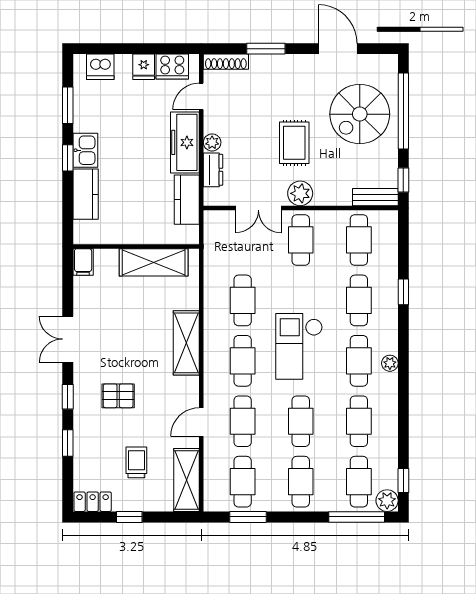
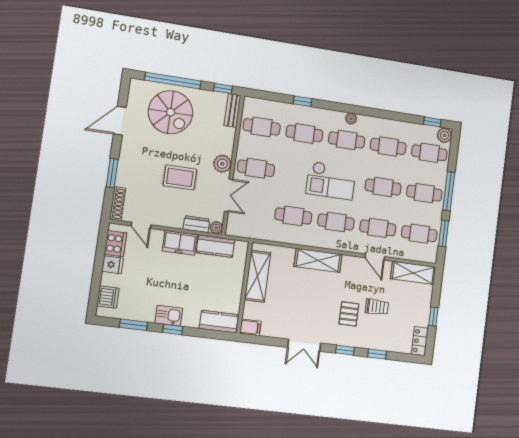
freezer: (185, 142) -> (180, 243), width x0.71
plant: (212, 142) -> (216, 228), moved
rug: (294, 143) -> (180, 177), moved
kitchen counter: (86, 194) -> (219, 322), moved
trolley: (136, 462) -> (377, 307), moved, turned 180
window: (357, 517) -> (449, 191), moved

